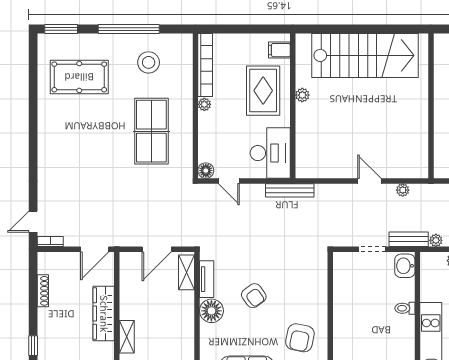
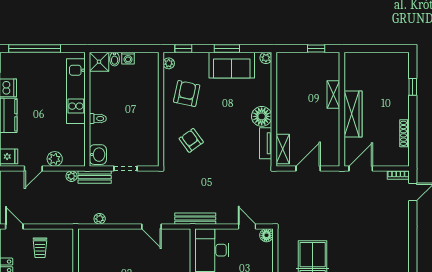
door: (369, 181) -> (151, 226), moved
armchair: (254, 296) -> (191, 140), moved

